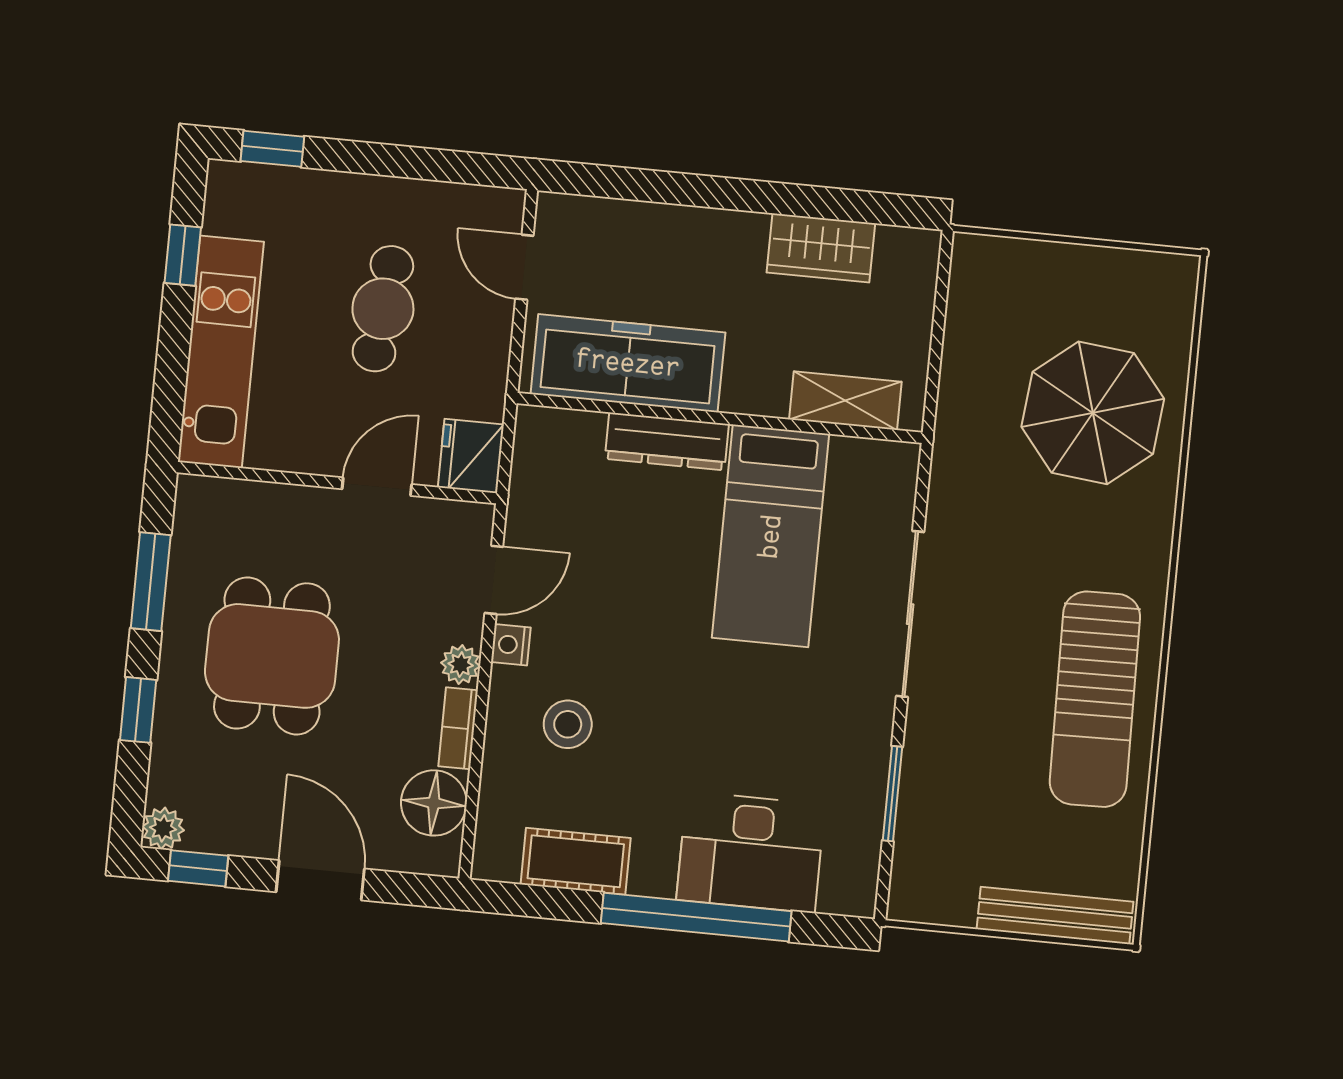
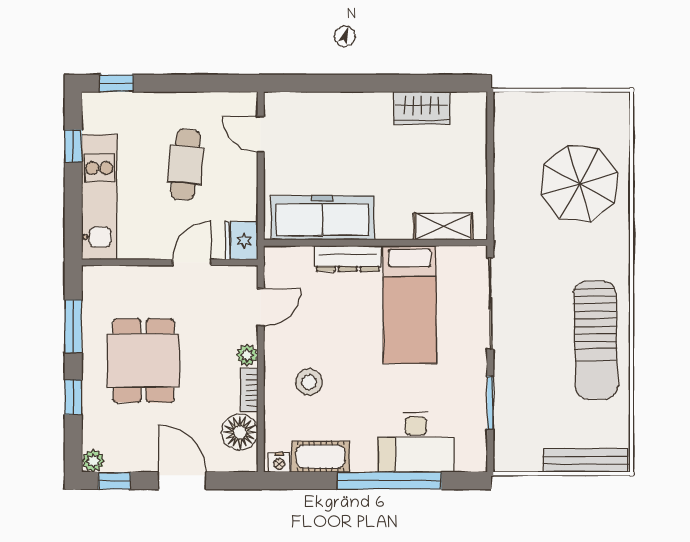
freezer: (628, 363) -> (322, 218), moved
shelving: (845, 401) -> (443, 227), moved
wall: (720, 418) -> (375, 243), moved
dresser: (667, 441) -> (348, 258), moved
bed: (770, 536) -> (410, 305), moved
nightstand: (511, 645) -> (279, 462), moved, turned -90

